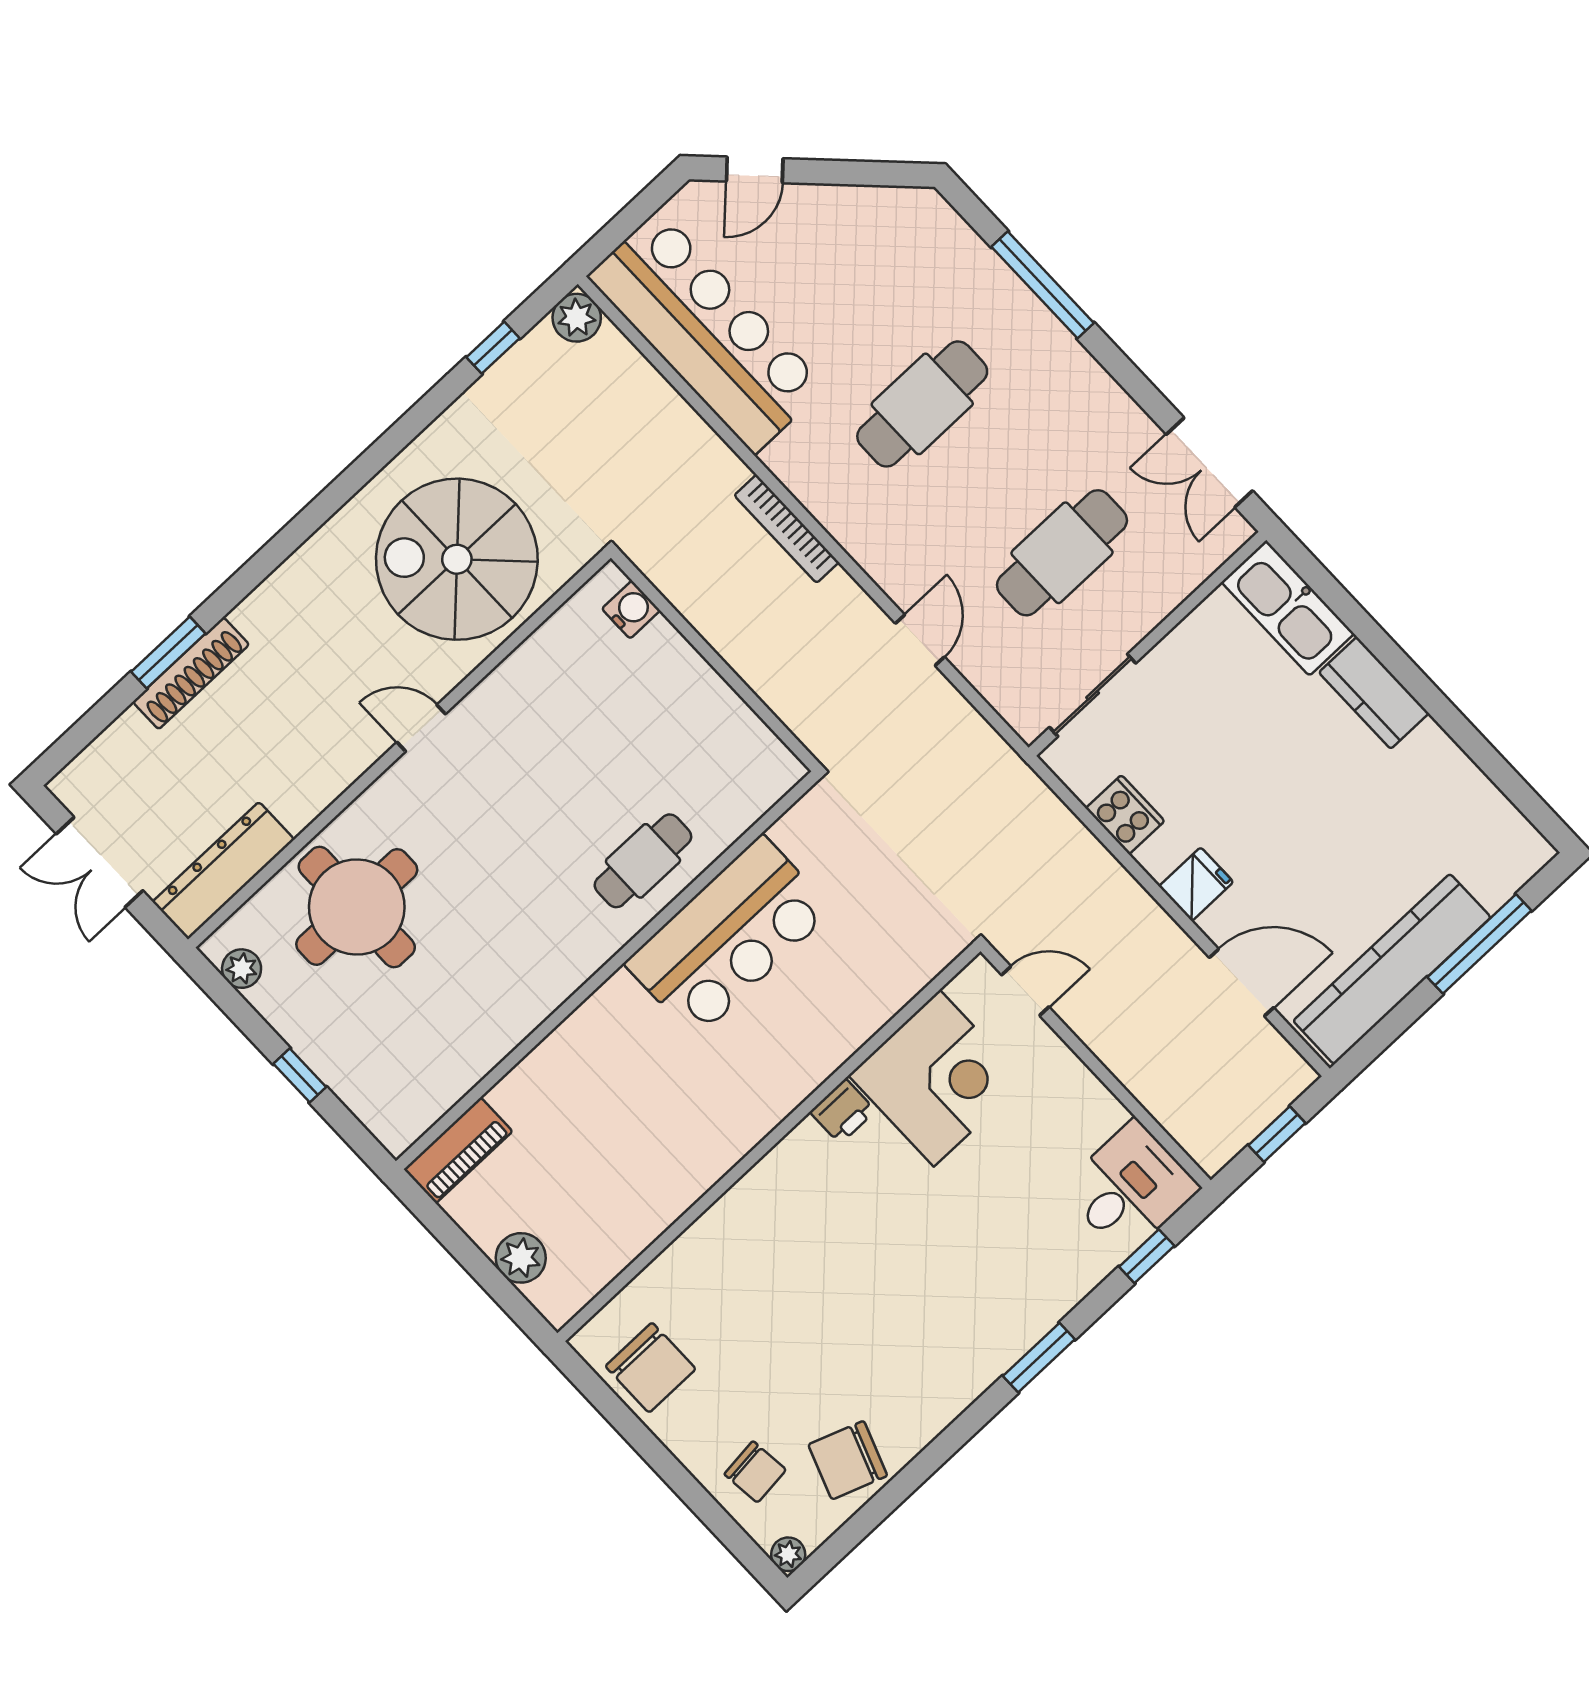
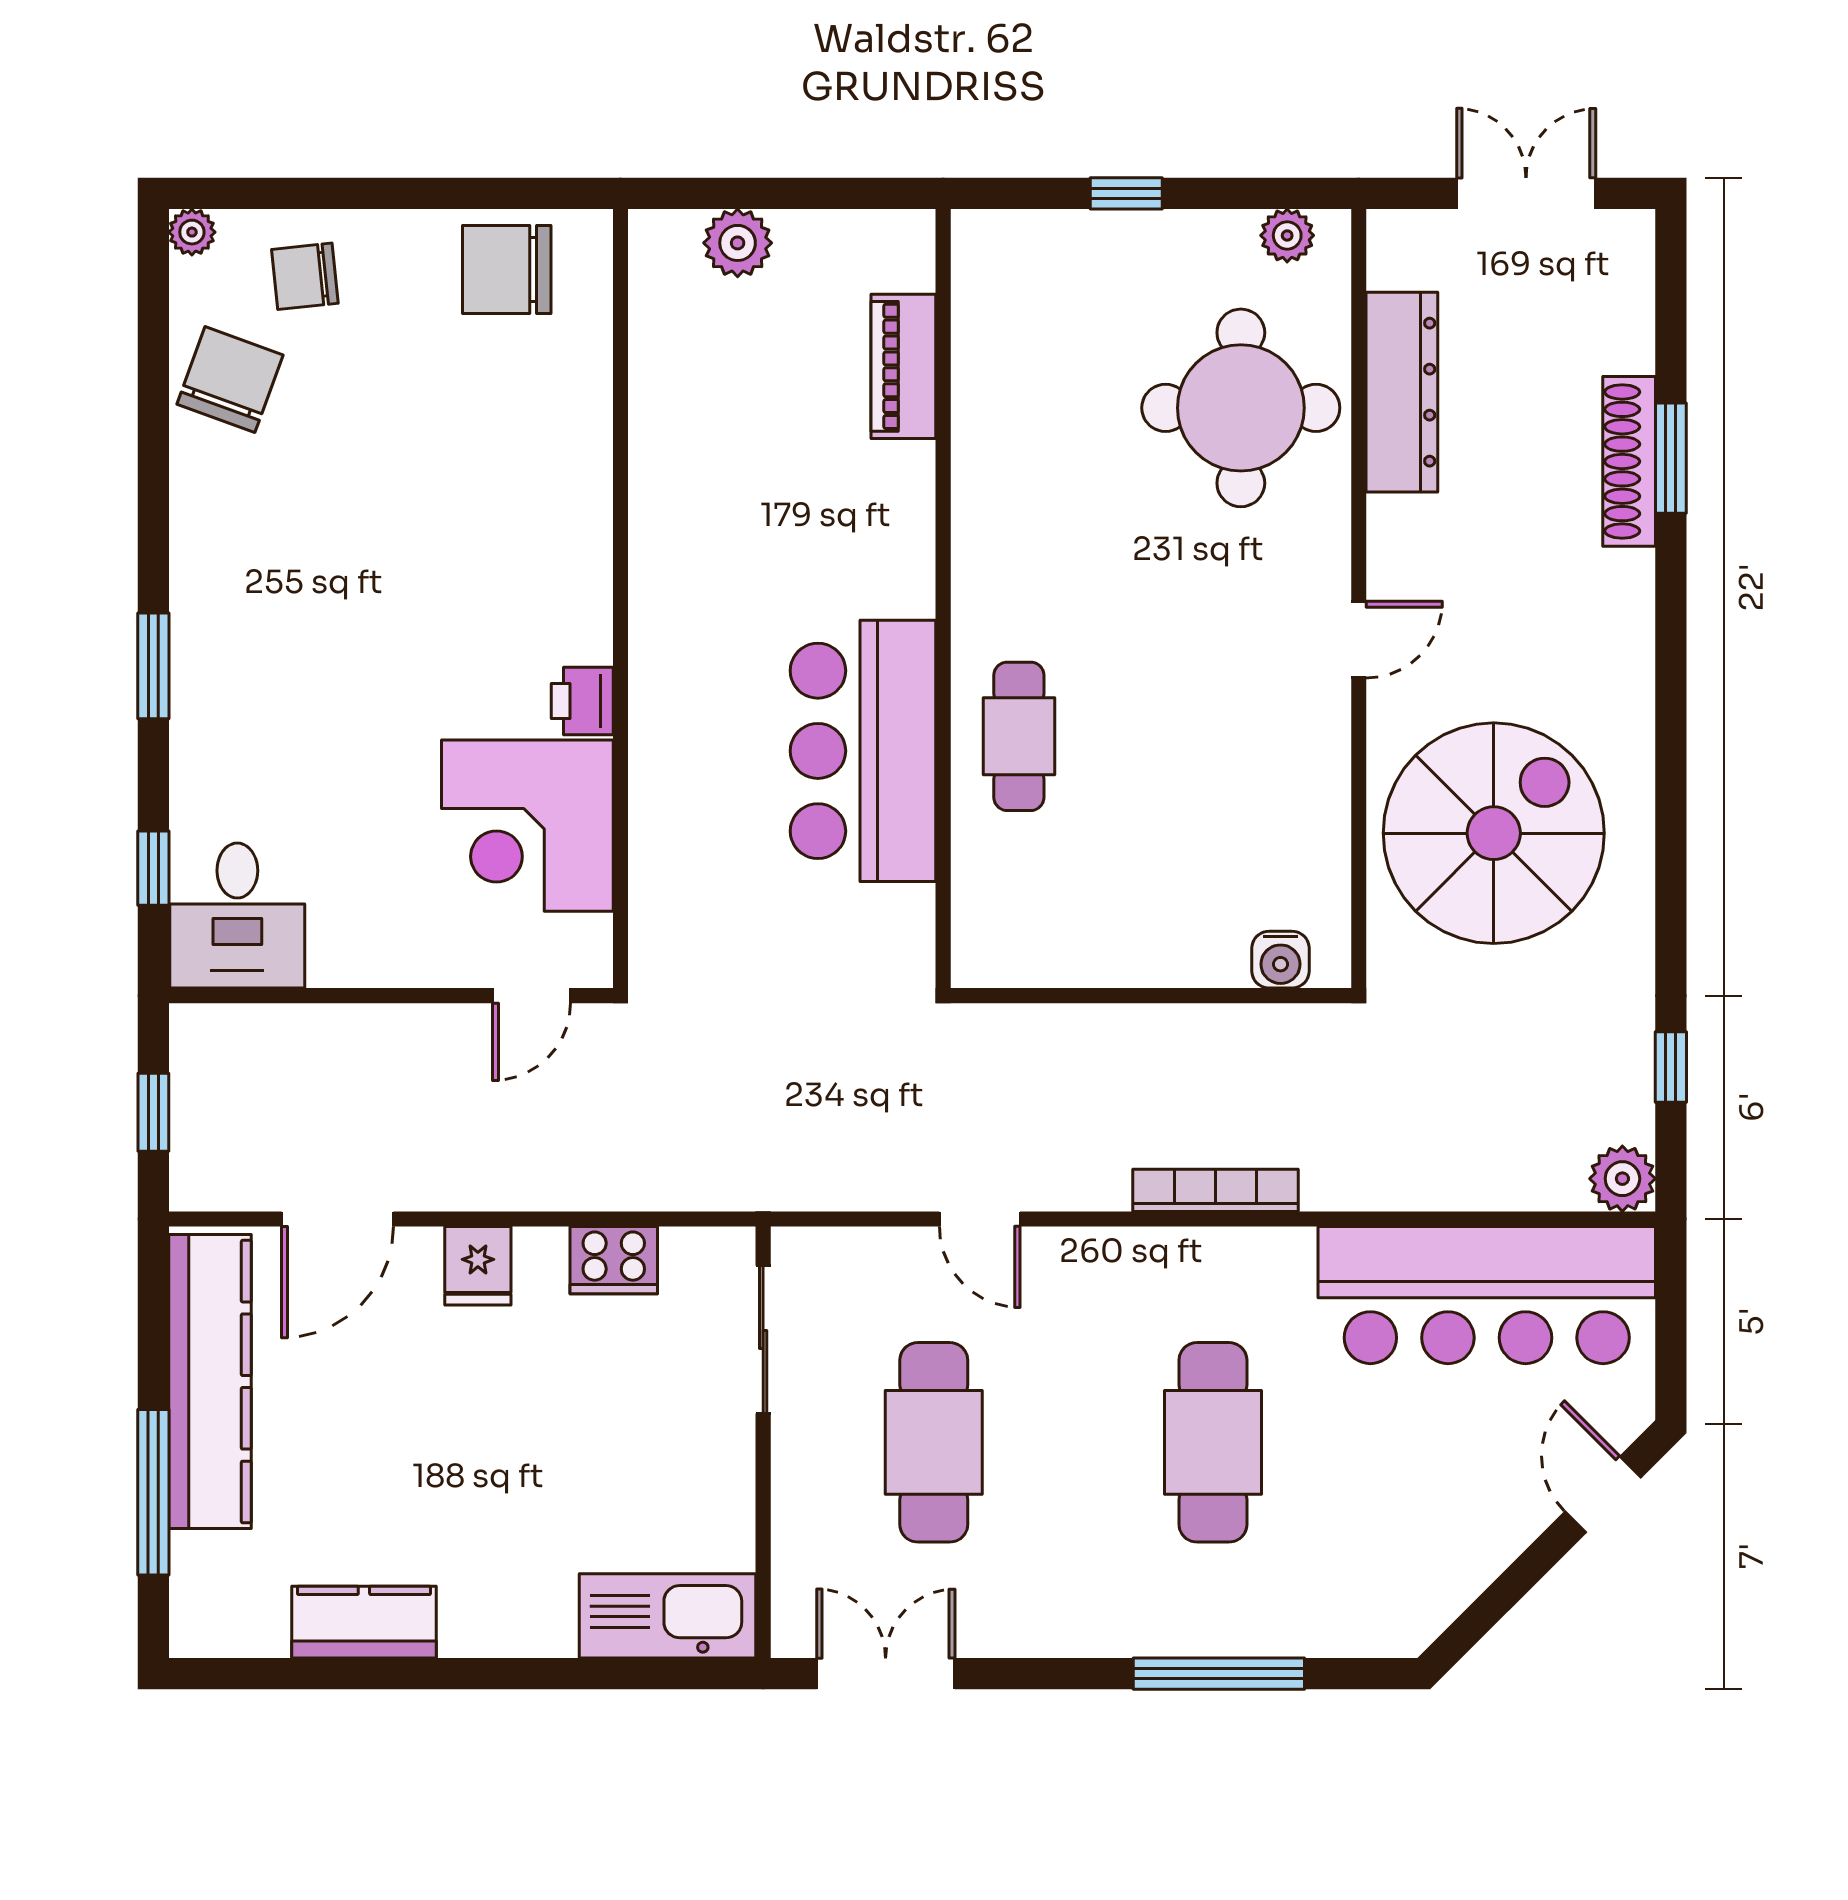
kitchen counter: (1374, 693) -> (364, 1622), moved
dresser: (223, 871) -> (1402, 392), moved
piano: (458, 1150) -> (903, 366), moved

